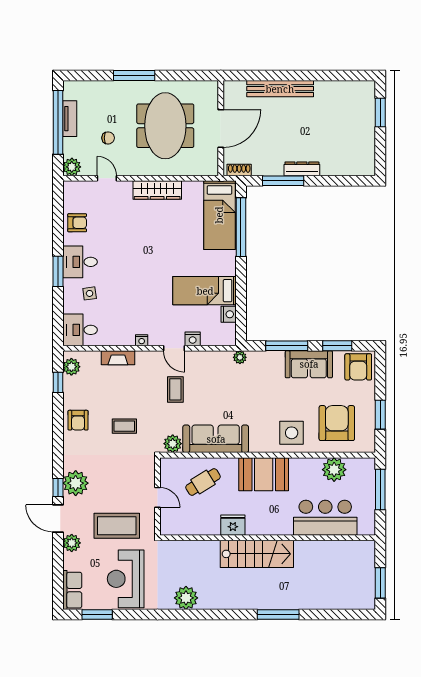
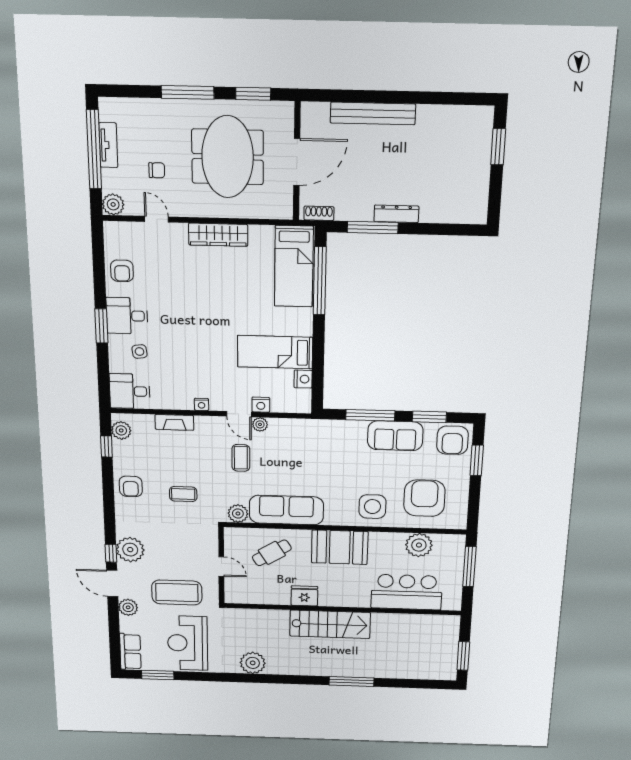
window: (186, 75) -> (253, 94), added
armchair: (77, 223) -> (122, 271), turned 90
plant: (240, 357) -> (260, 424), moved
window: (380, 415) -> (477, 460), moved

